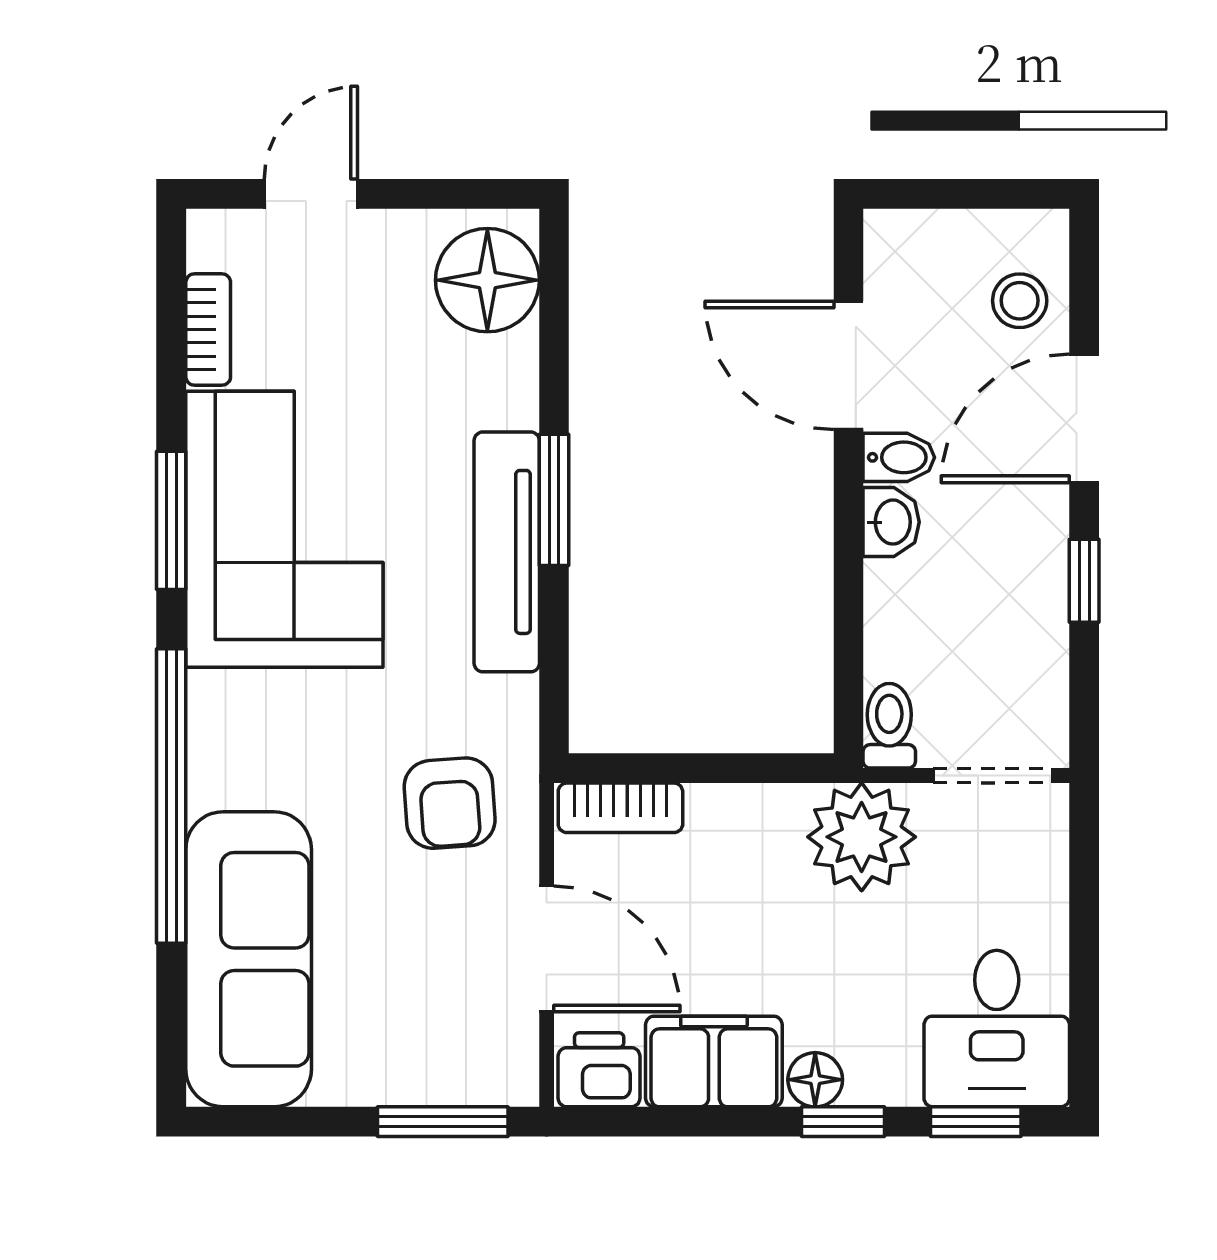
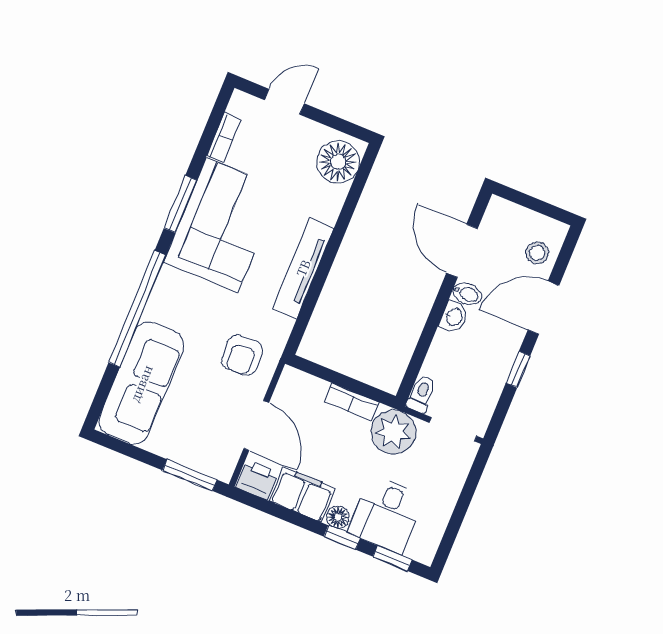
window: (554, 500) -> (329, 256), removed
bookcase: (620, 808) -> (352, 402), moved
desk: (997, 1029) -> (386, 514), moved

